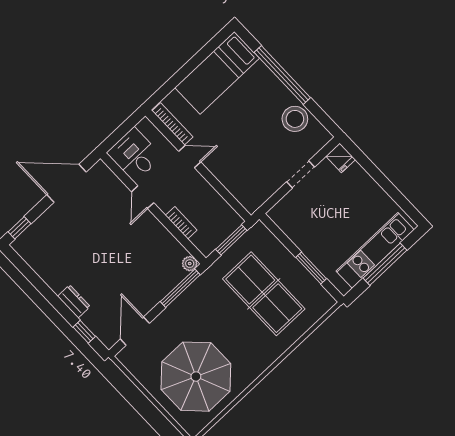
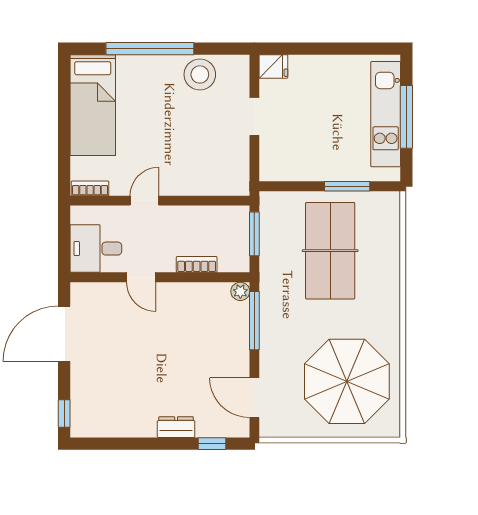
bookcase: (172, 124) -> (90, 188), width x0.64
table tennis table: (264, 294) -> (330, 251), turned 90

